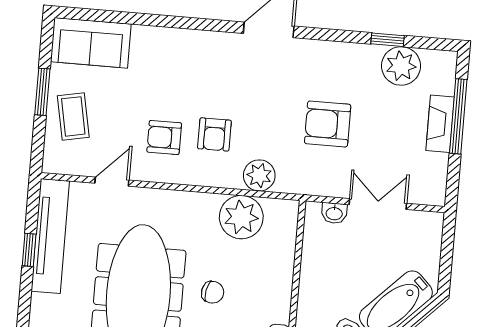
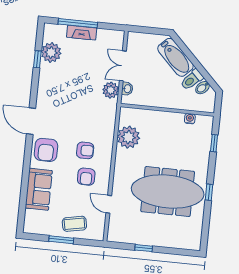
sofa: (91, 43) -> (39, 189), moved
armchair: (328, 124) -> (46, 150), moved
plant: (259, 175) -> (111, 90), moved
tv unit: (50, 236) -> (137, 237), removed
chair: (213, 292) -> (167, 153), removed

